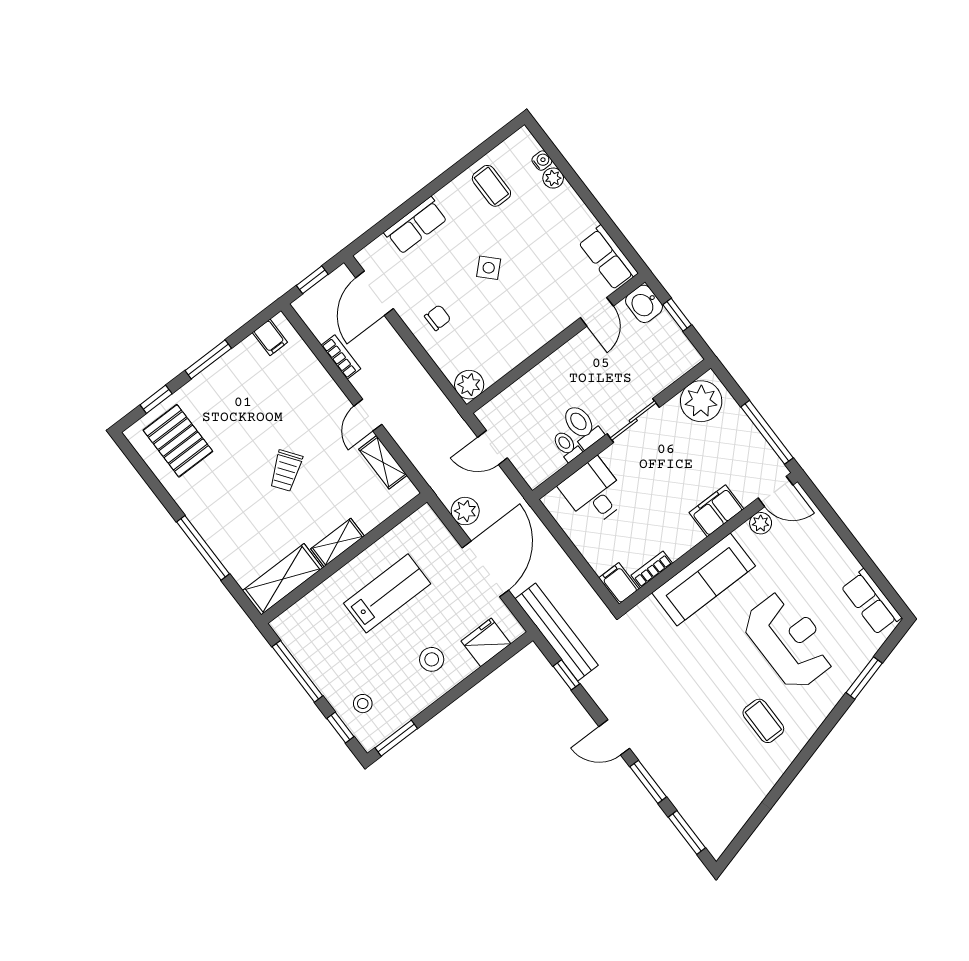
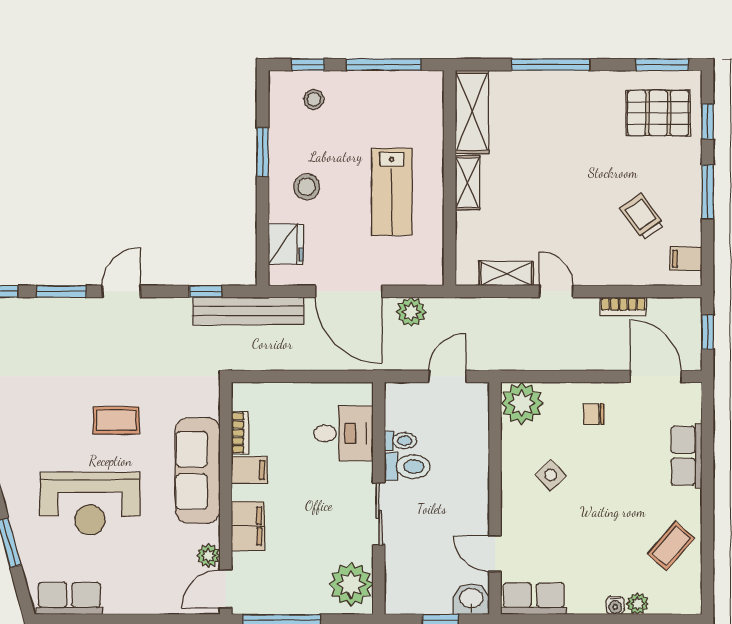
water cooler: (542, 161) -> (615, 605), moved
coffee table: (491, 186) -> (671, 546), turned -49
side table: (489, 268) -> (551, 475), moved
chair: (438, 318) -> (594, 414), turned 90
plant: (469, 385) -> (522, 403), width x1.36, depth x1.36
window: (140, 465) -> (662, 65), added
trolley: (286, 471) -> (642, 217), moved
filing cabinet: (619, 583) -> (249, 470), moved
coffee table: (763, 721) -> (116, 420), moved
window: (396, 738) -> (263, 152), moved

